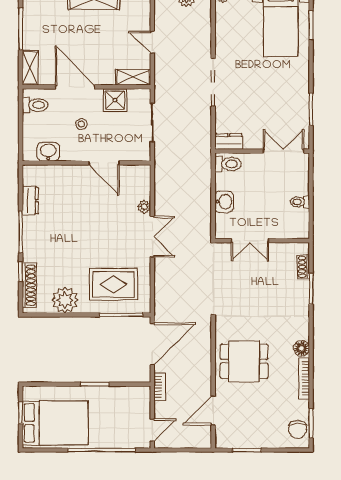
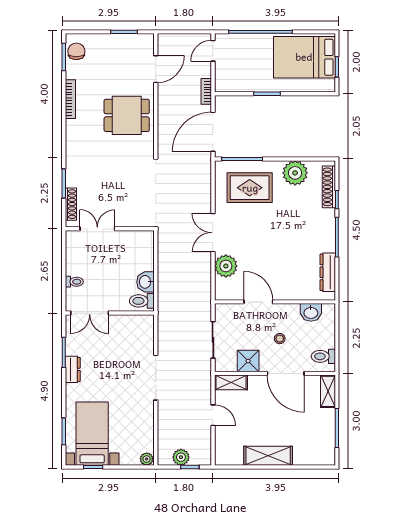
dresser: (229, 142) -> (73, 369), moved, turned -90
dresser: (30, 201) -> (328, 272), width x1.44
washbasin: (224, 202) -> (146, 282), moved
toilet: (300, 202) -> (74, 282), moved
plant: (144, 207) -> (226, 266), width x1.88, depth x1.88
double door: (250, 241) -> (97, 229), moved
shoe rack: (304, 267) -> (71, 204), width x1.43
floor lamp: (301, 348) -> (73, 128), removed

